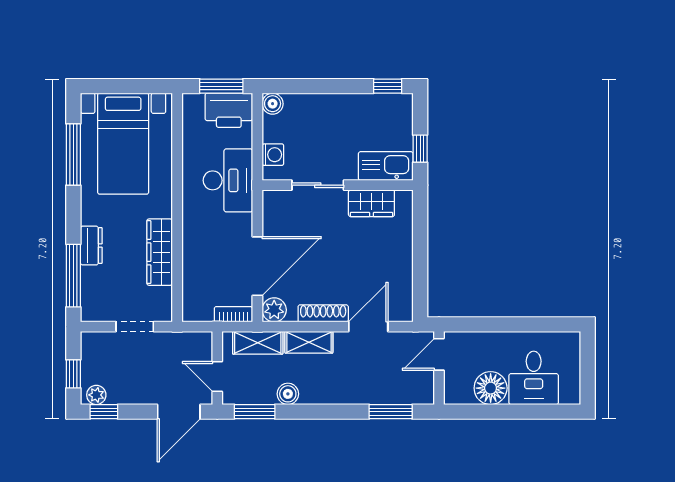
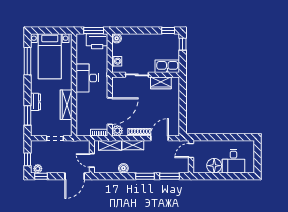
window: (420, 149) -> (183, 44), moved
desk: (228, 180) -> (87, 78), moved, turned 180
window: (73, 276) -> (27, 115), width x0.69
window: (255, 412) -> (145, 176), moved

